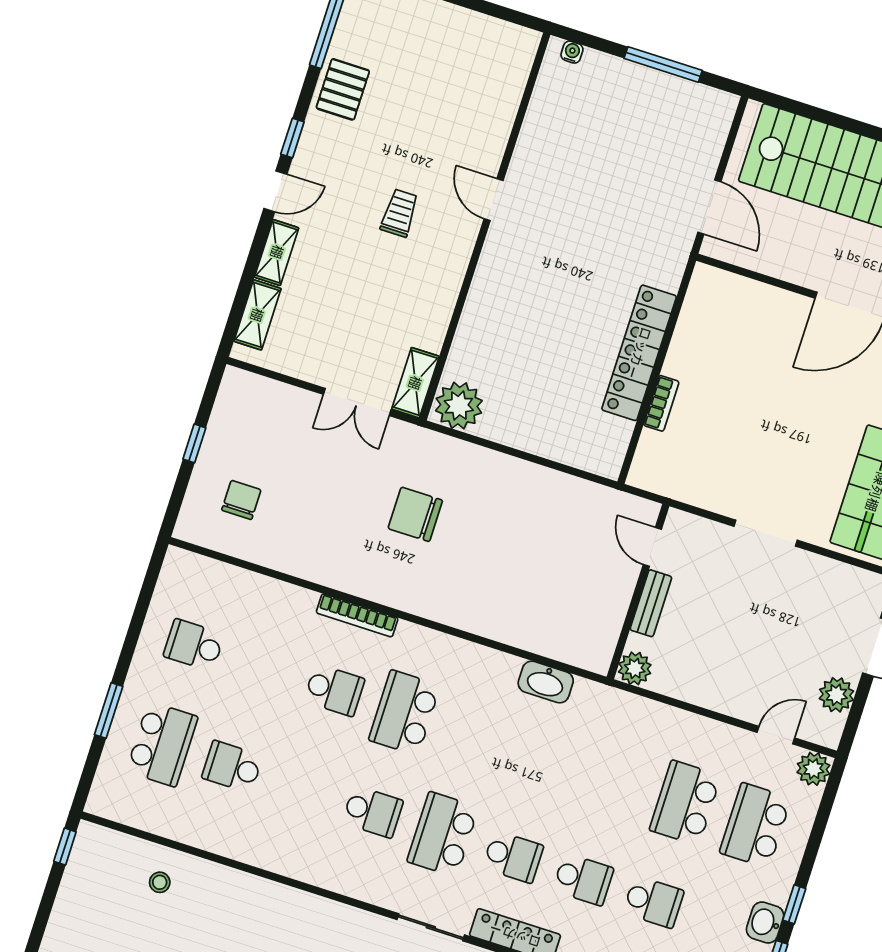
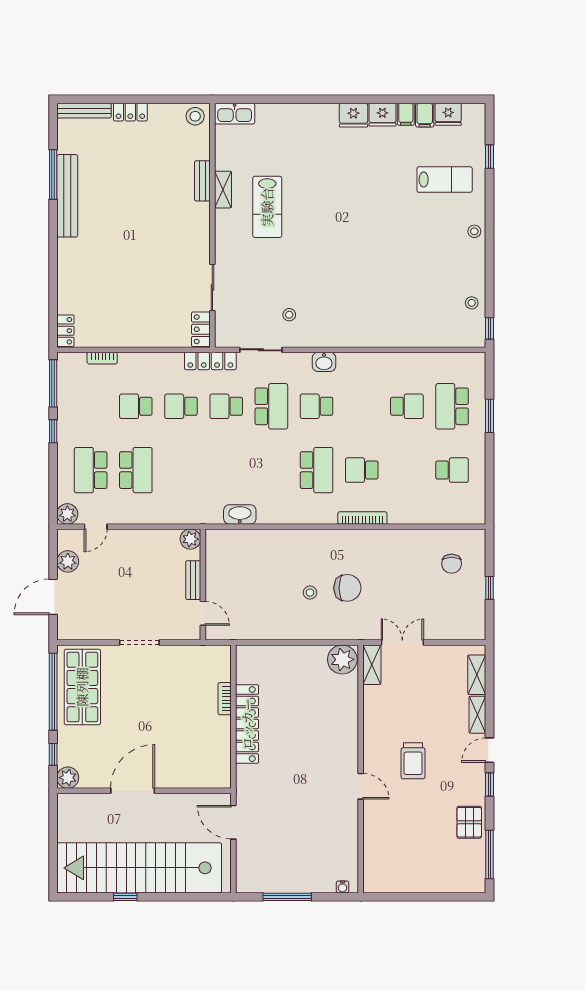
trolley: (399, 213) -> (413, 761), width x1.36, depth x1.39
stool: (476, 526) -> (310, 593), added
school desk: (755, 825) -> (91, 470), turned 180
stool: (160, 882) -> (472, 303), moved
washbasin: (765, 923) -> (324, 362), moved, turned 90

